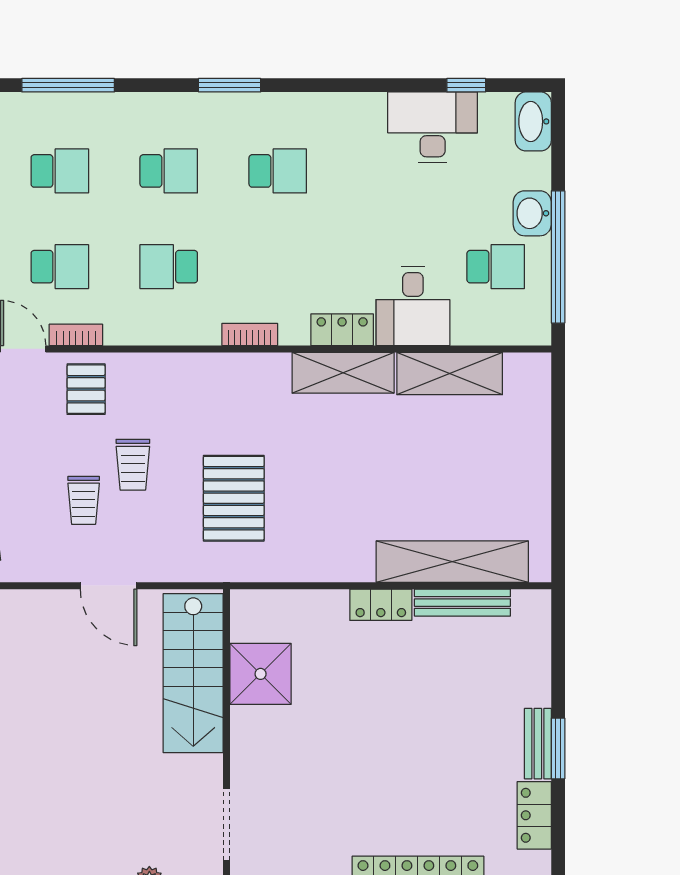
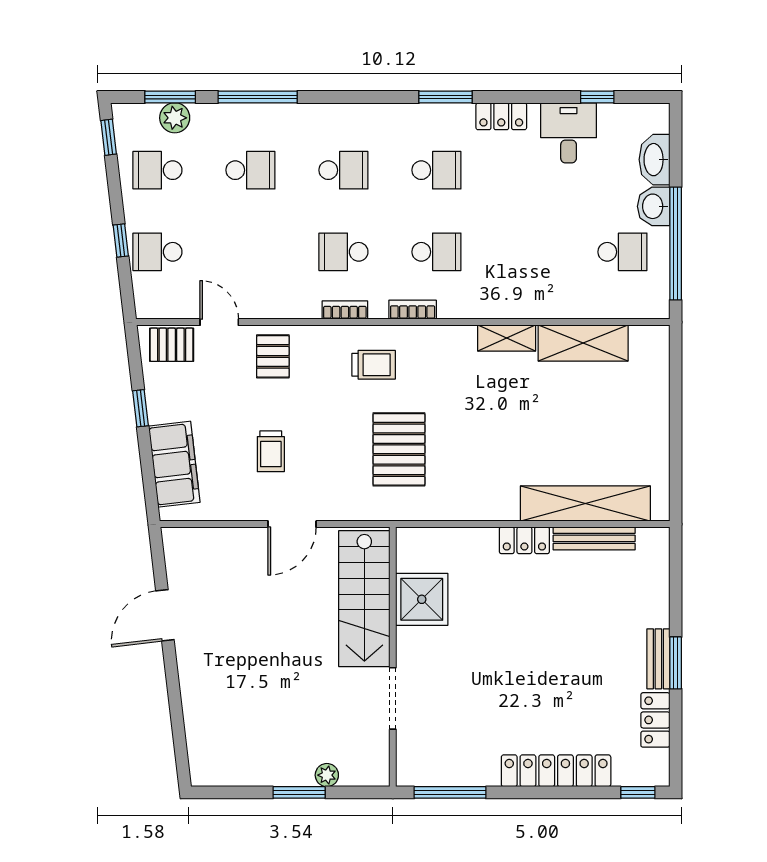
window: (230, 85) -> (446, 97), moved
washbasin: (533, 121) -> (654, 160), moved
desk: (433, 127) -> (569, 133), width x0.73
school desk: (60, 267) -> (436, 252), moved
desk: (413, 306) -> (552, 285), removed
locker: (342, 330) -> (501, 116), moved, turned 180
bookcase: (76, 335) -> (345, 310), moved
shelving: (343, 373) -> (507, 338), width x0.67, depth x0.75
trolley: (133, 465) -> (374, 365), moved, turned -90
door: (109, 586) -> (292, 524), hinge flipped
doorway: (227, 824) -> (393, 698), moved

